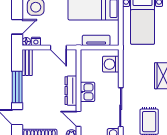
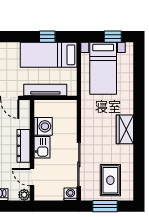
tv unit: (96, 40) -> (45, 90), width x1.41
washing machine: (111, 64) -> (43, 126), moved, turned 180

